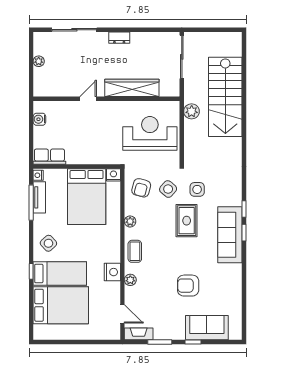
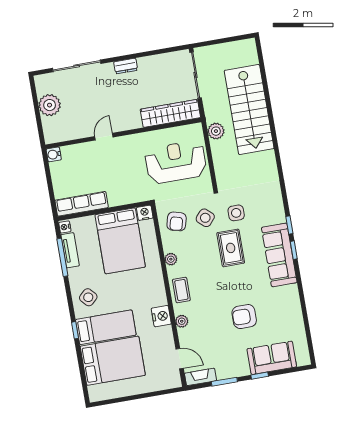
plant: (39, 61) -> (50, 105), width x1.88, depth x1.88
wardrobe: (132, 88) -> (170, 113), moved
water cooler: (39, 119) -> (54, 154), moved
row of seats: (49, 157) -> (82, 204), width x1.48

